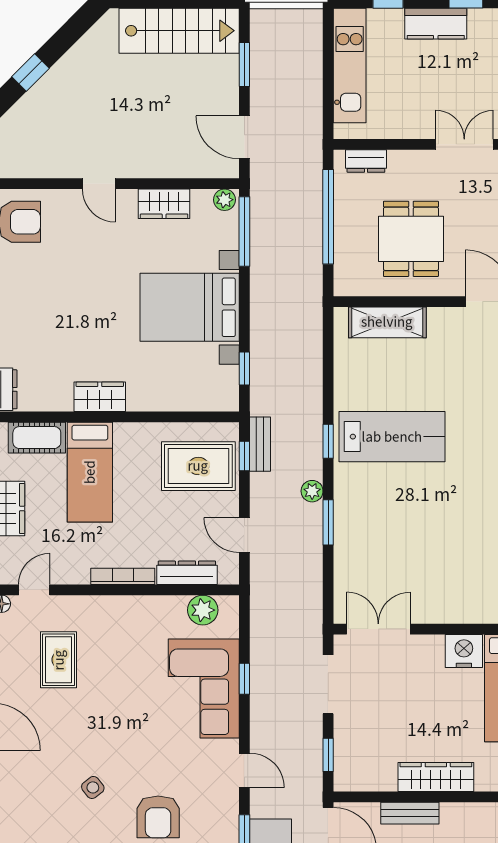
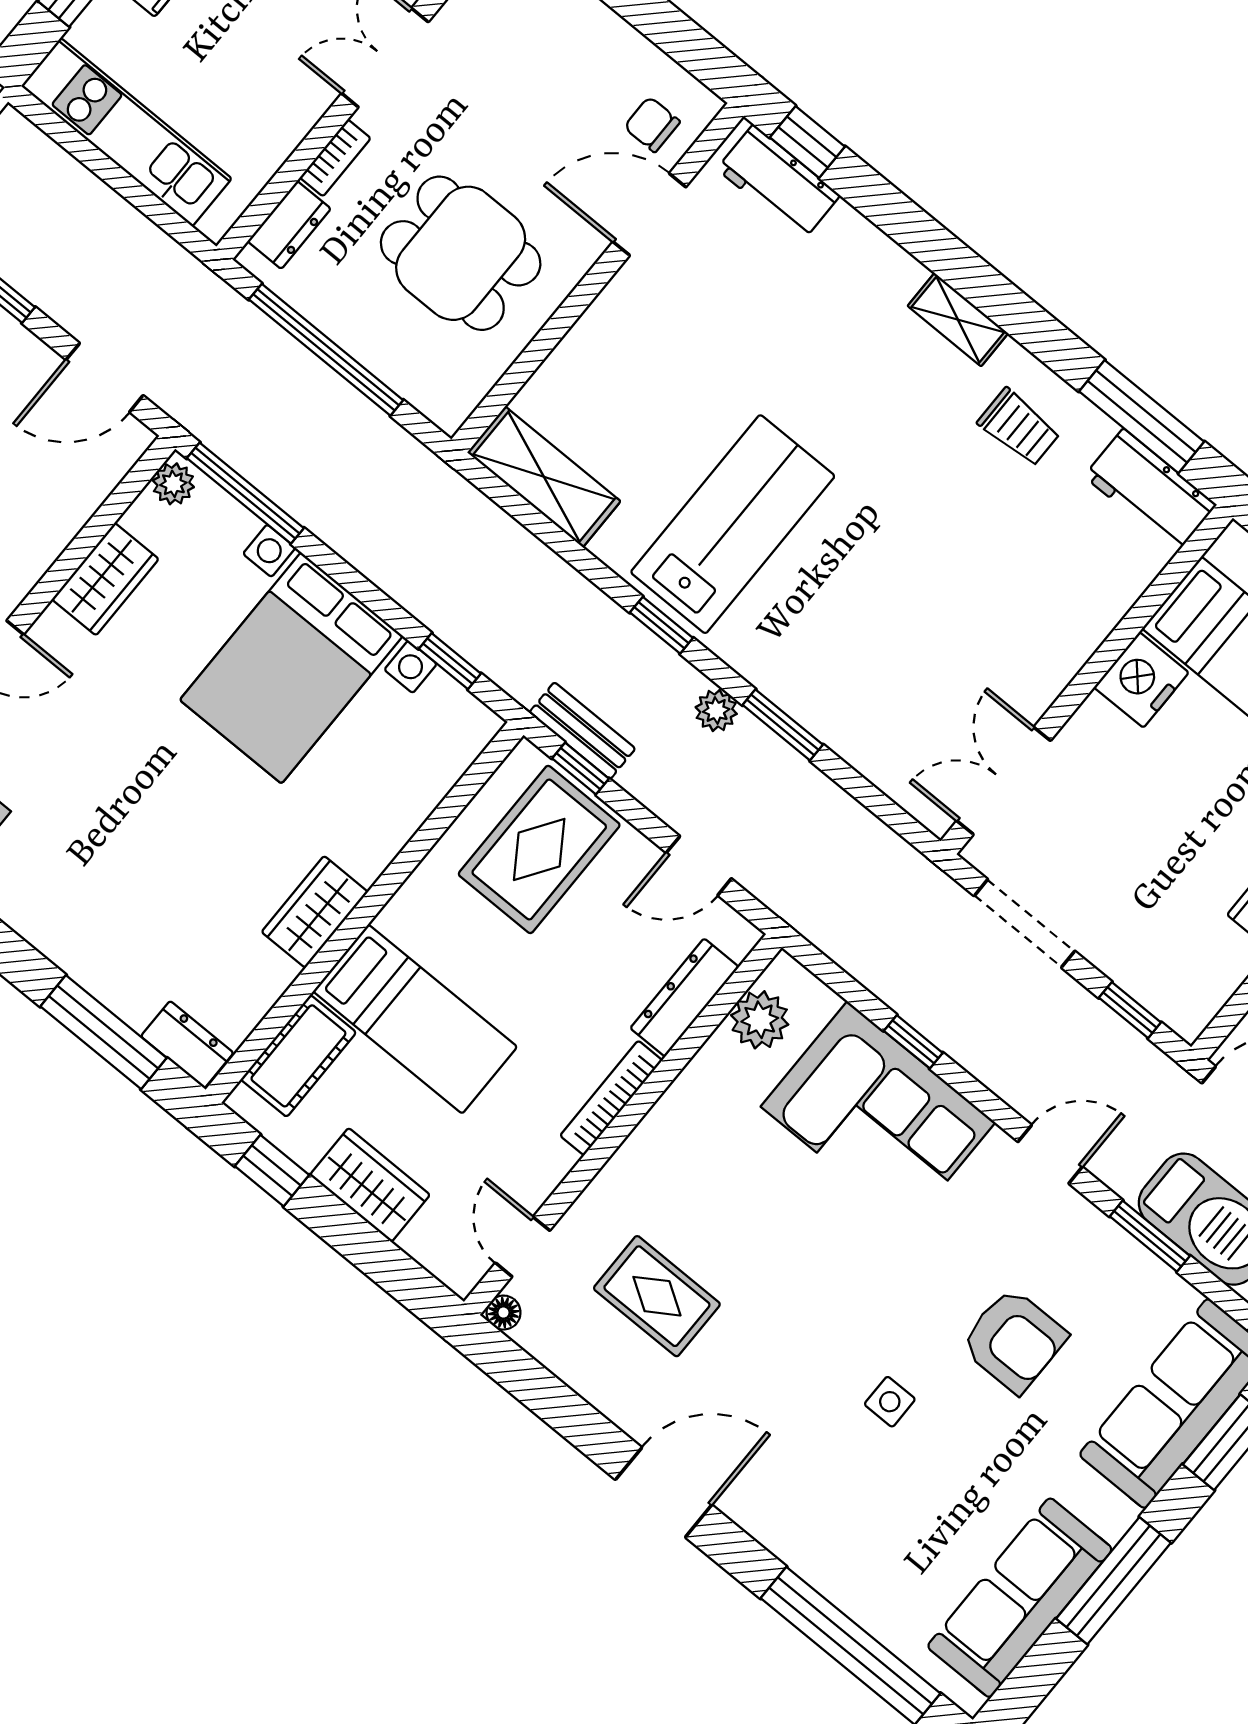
bookcase: (408, 157) -> (335, 158), added
shelving: (387, 322) -> (544, 477), moved, turned 90
side table: (93, 787) -> (890, 1402), turned 38

